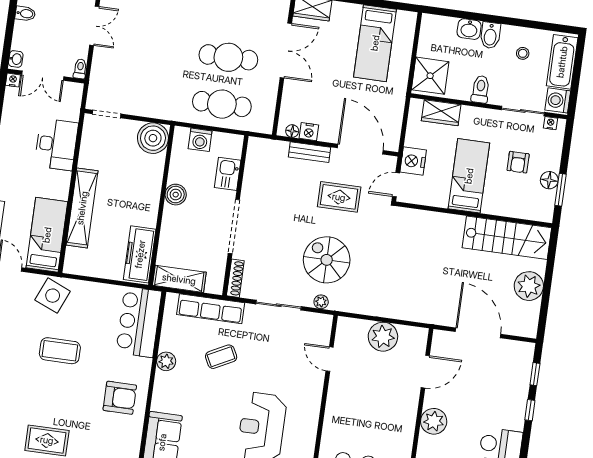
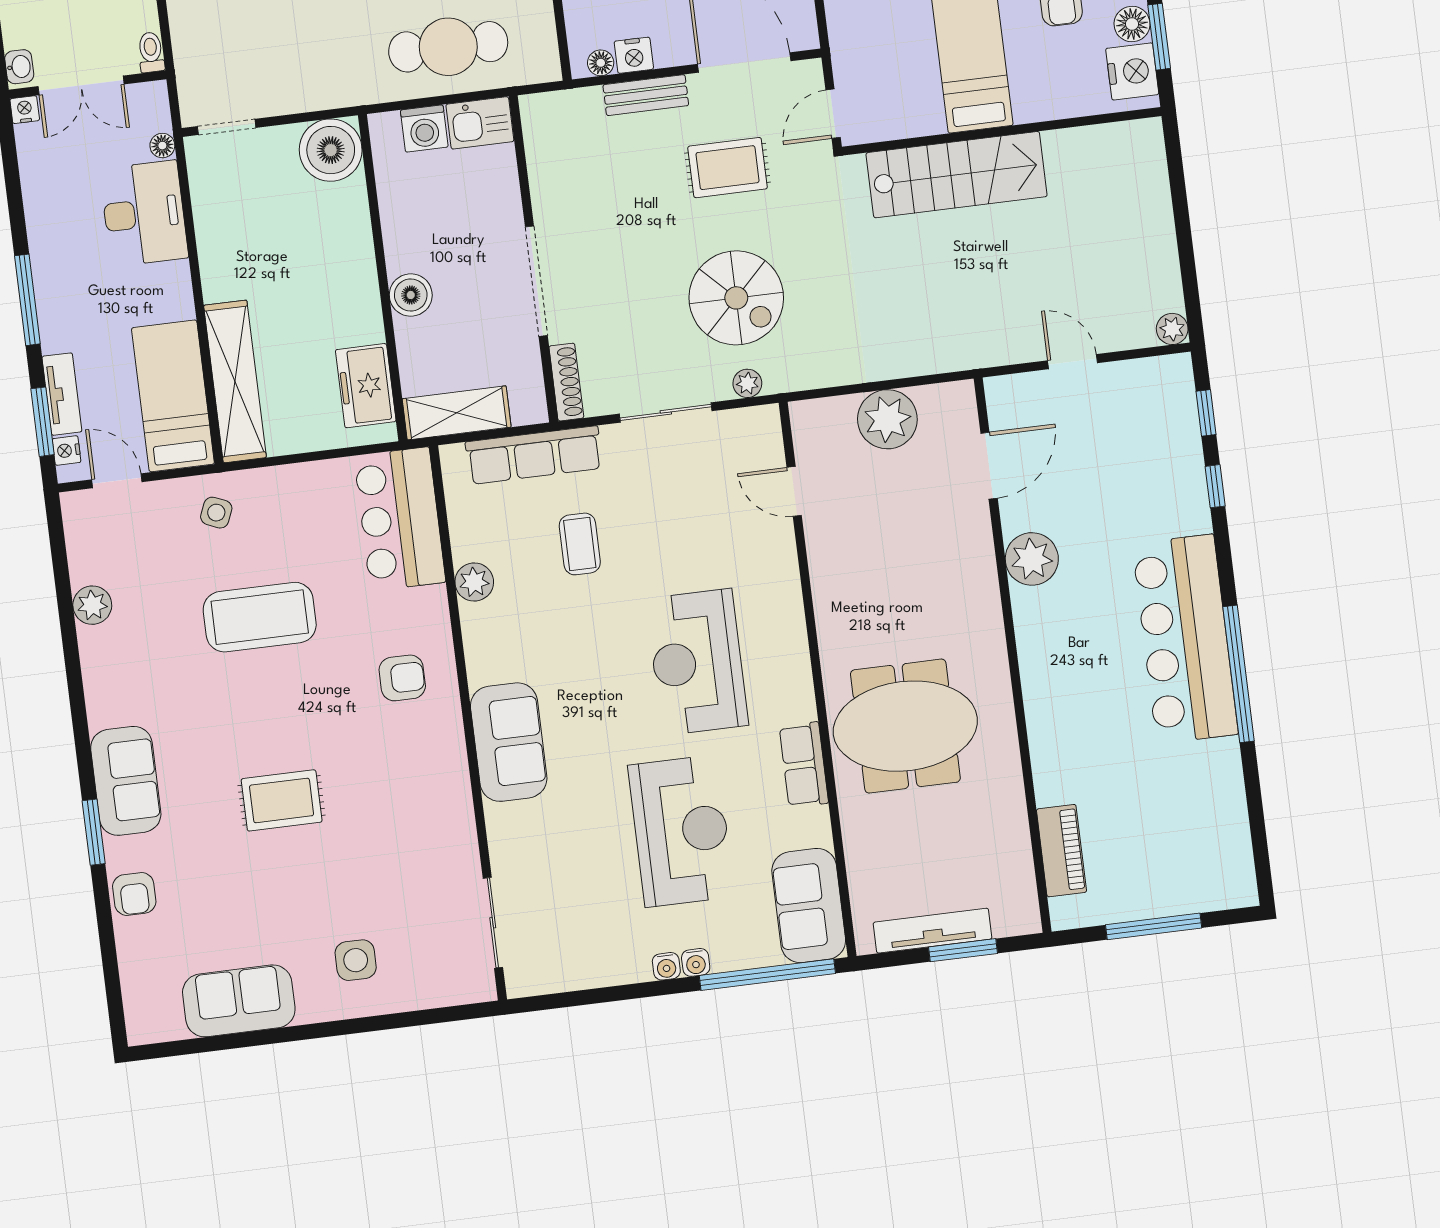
floor lamp: (74, 115) -> (162, 146), added
nightstand: (413, 161) -> (1132, 71), moved, turned 180
kitchen sink: (228, 174) -> (480, 123), moved, turned -90
boiler: (176, 195) -> (411, 295), moved
shelving: (82, 208) -> (235, 381), moved
stairs: (507, 238) -> (957, 175), moved
freezer: (140, 254) -> (366, 386), width x0.71
spiral stairs: (327, 260) -> (736, 298), turned 180
plant: (529, 286) -> (1172, 329), moved, width x0.53, depth x0.53
side table: (53, 296) -> (216, 513), width x0.54, depth x0.54
door: (478, 333) -> (1073, 362), width x0.53
coffee table: (60, 351) -> (260, 617), width x1.36, depth x1.32
coffee table: (221, 357) -> (580, 544), turned -63
armchair: (120, 398) -> (402, 678), width x0.72, depth x0.72

